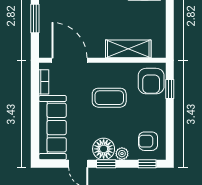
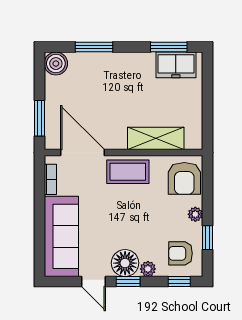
window: (35, 19) -> (39, 118), moved
window: (170, 89) -> (207, 238), moved
coffee table: (109, 98) -> (128, 172), moved
plant: (160, 110) -> (195, 214), added

